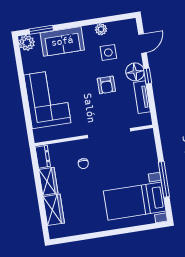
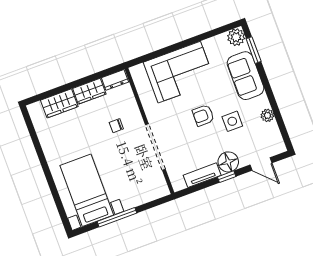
side table: (108, 52) -> (232, 121), moved
armchair: (106, 85) -> (203, 115), moved

